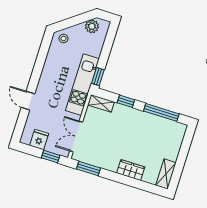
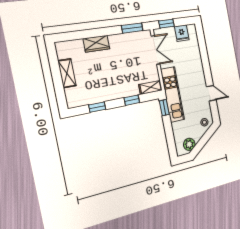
door: (28, 101) -> (211, 93), moved
window: (161, 112) -> (97, 107), width x0.46
shelving: (166, 174) -> (67, 73), moved

